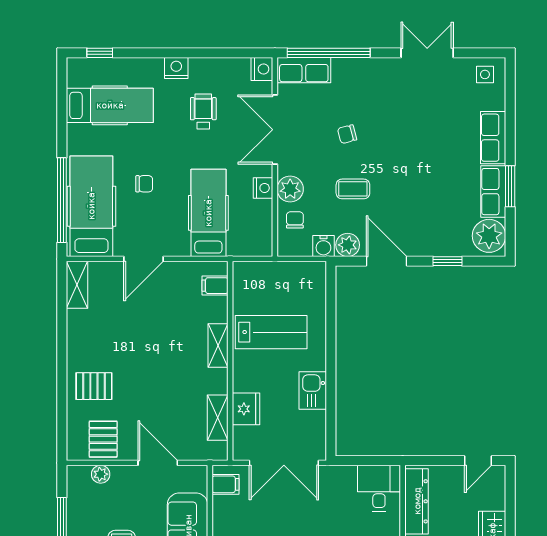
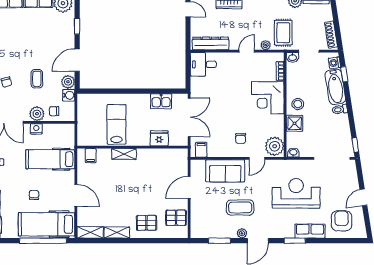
pallet: (94, 386) -> (146, 223), turned 90
kitchen sink: (313, 391) -> (161, 101), moved
shelving: (218, 418) -> (117, 233), moved
plant: (101, 474) -> (196, 219), removed

